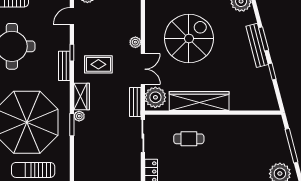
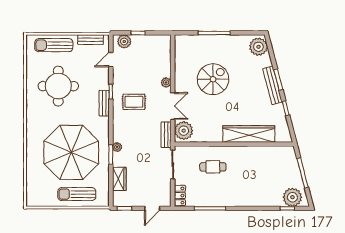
spiral stairs: (189, 39) -> (213, 79), width x0.73, depth x0.73
wardrobe: (82, 96) -> (119, 179), moved
wardrobe: (199, 101) -> (249, 134), moved

